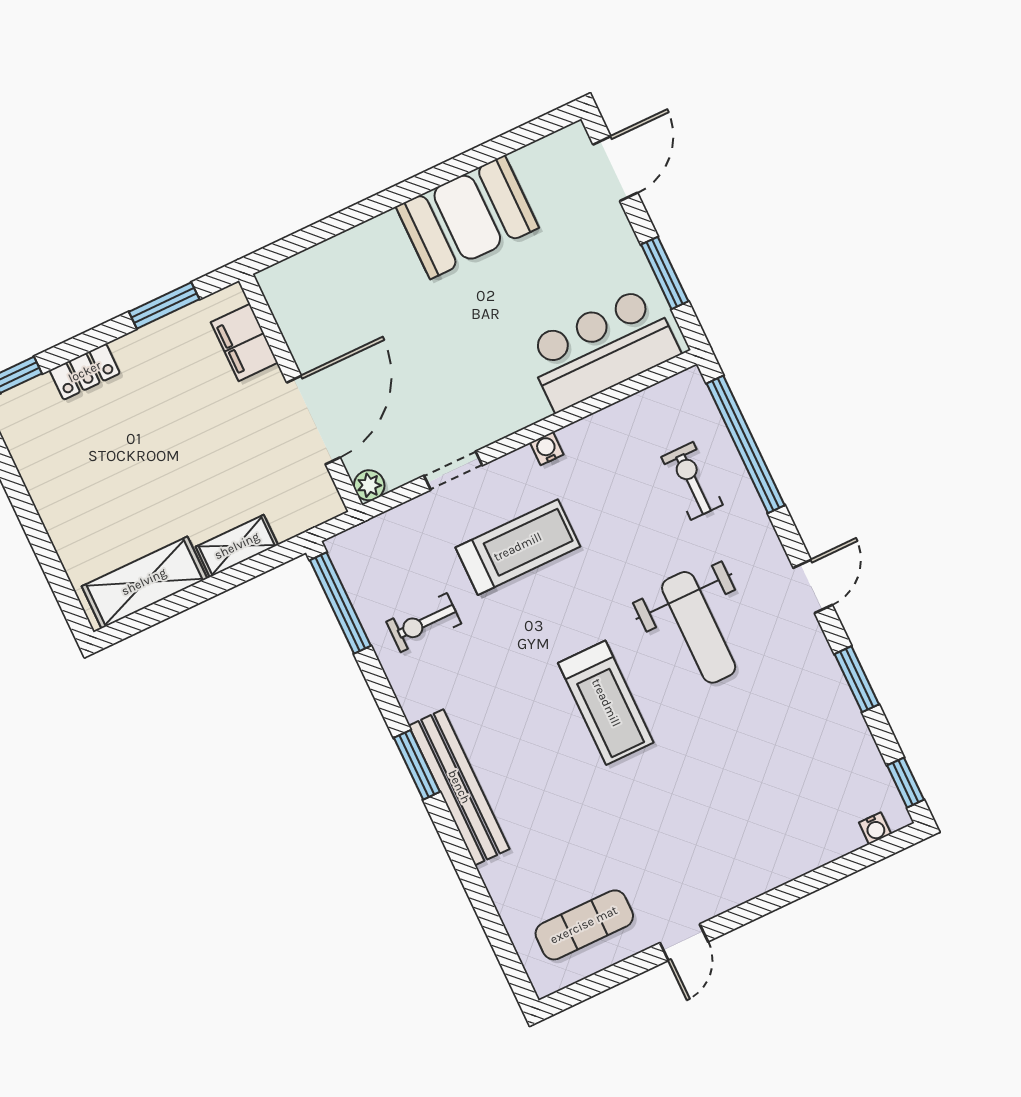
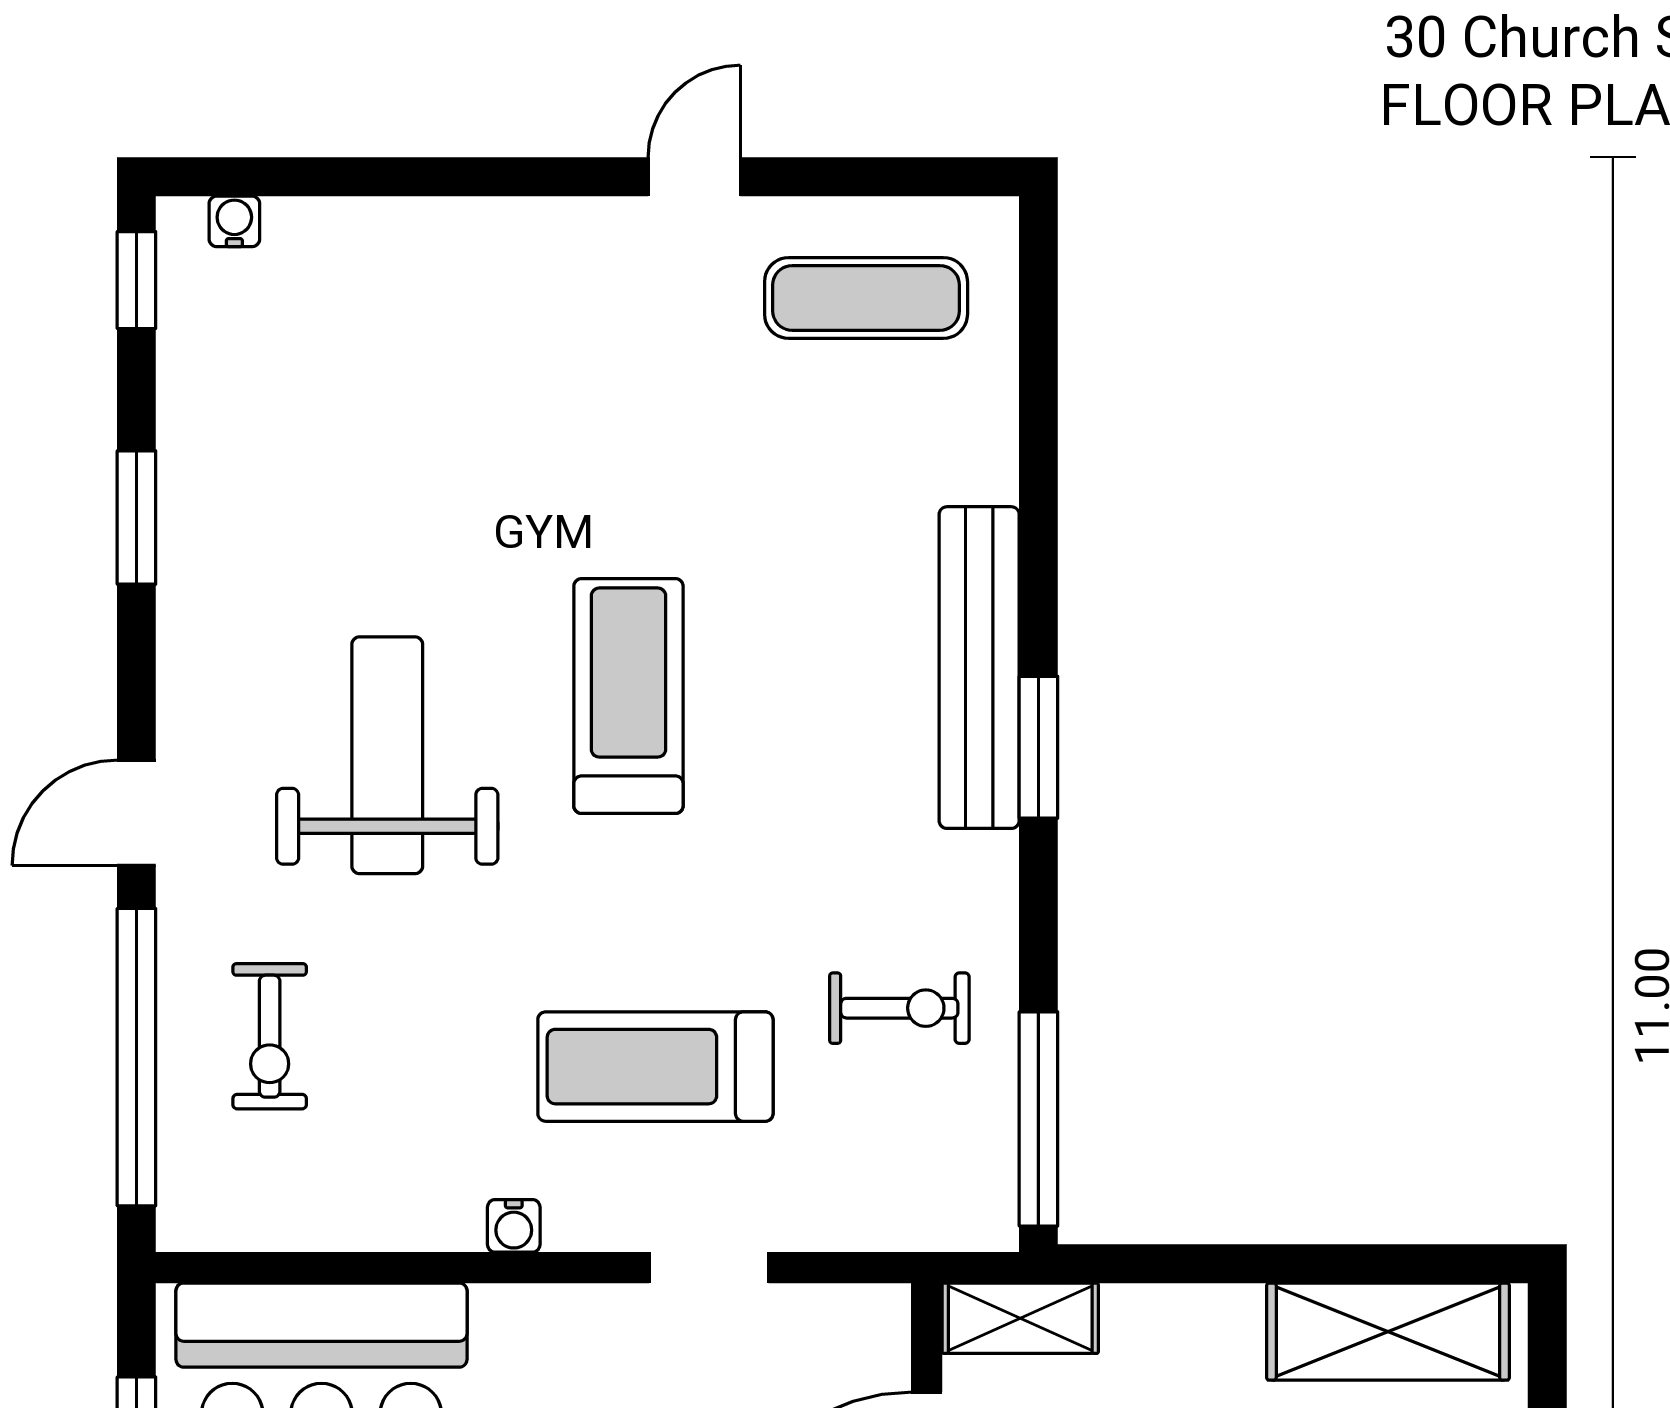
plant: (369, 485) -> (880, 1315), removed
shelving: (237, 546) -> (1020, 1318), moved
door: (813, 586) -> (136, 813), moved

